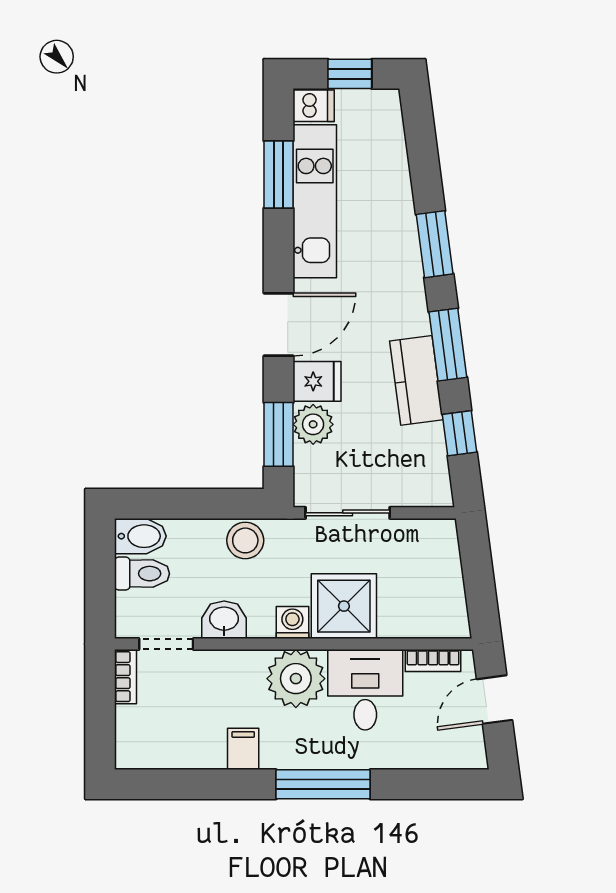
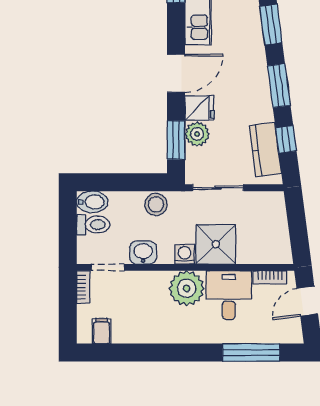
kitchen counter: (416, 380) -> (265, 150), moved
filing cabinet: (243, 749) -> (102, 331), moved
window: (323, 784) -> (251, 353), moved

